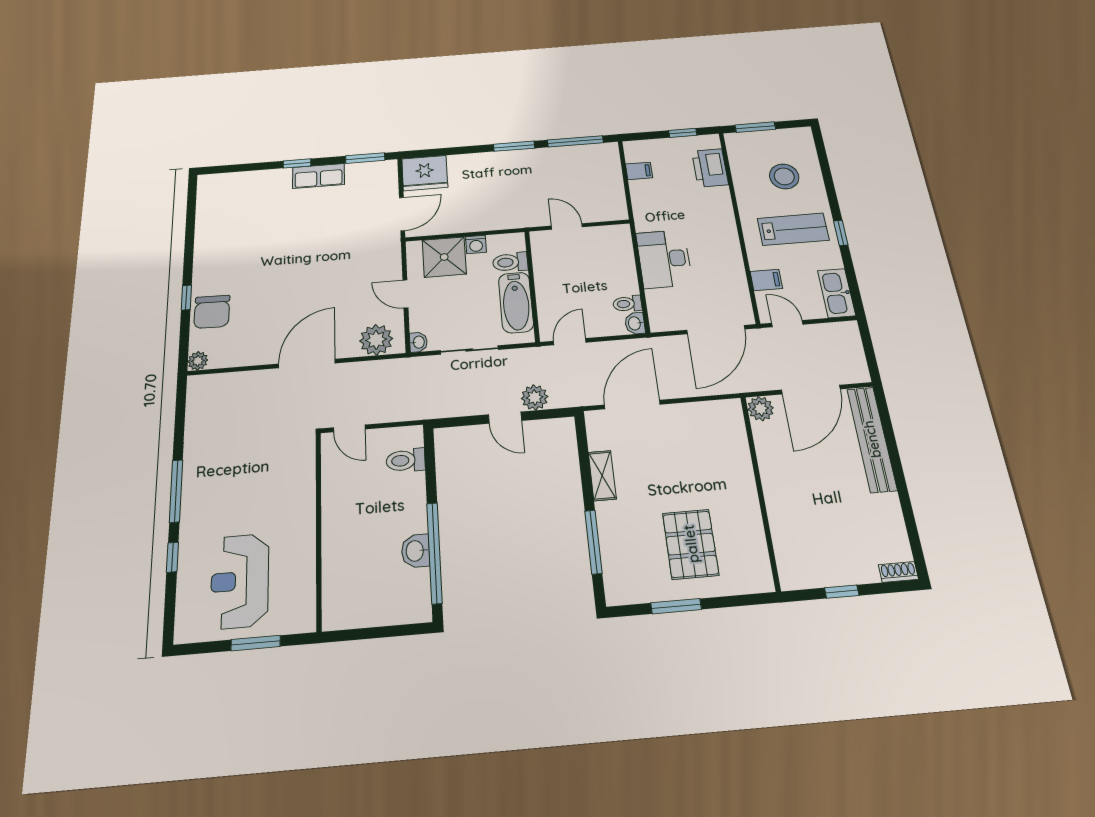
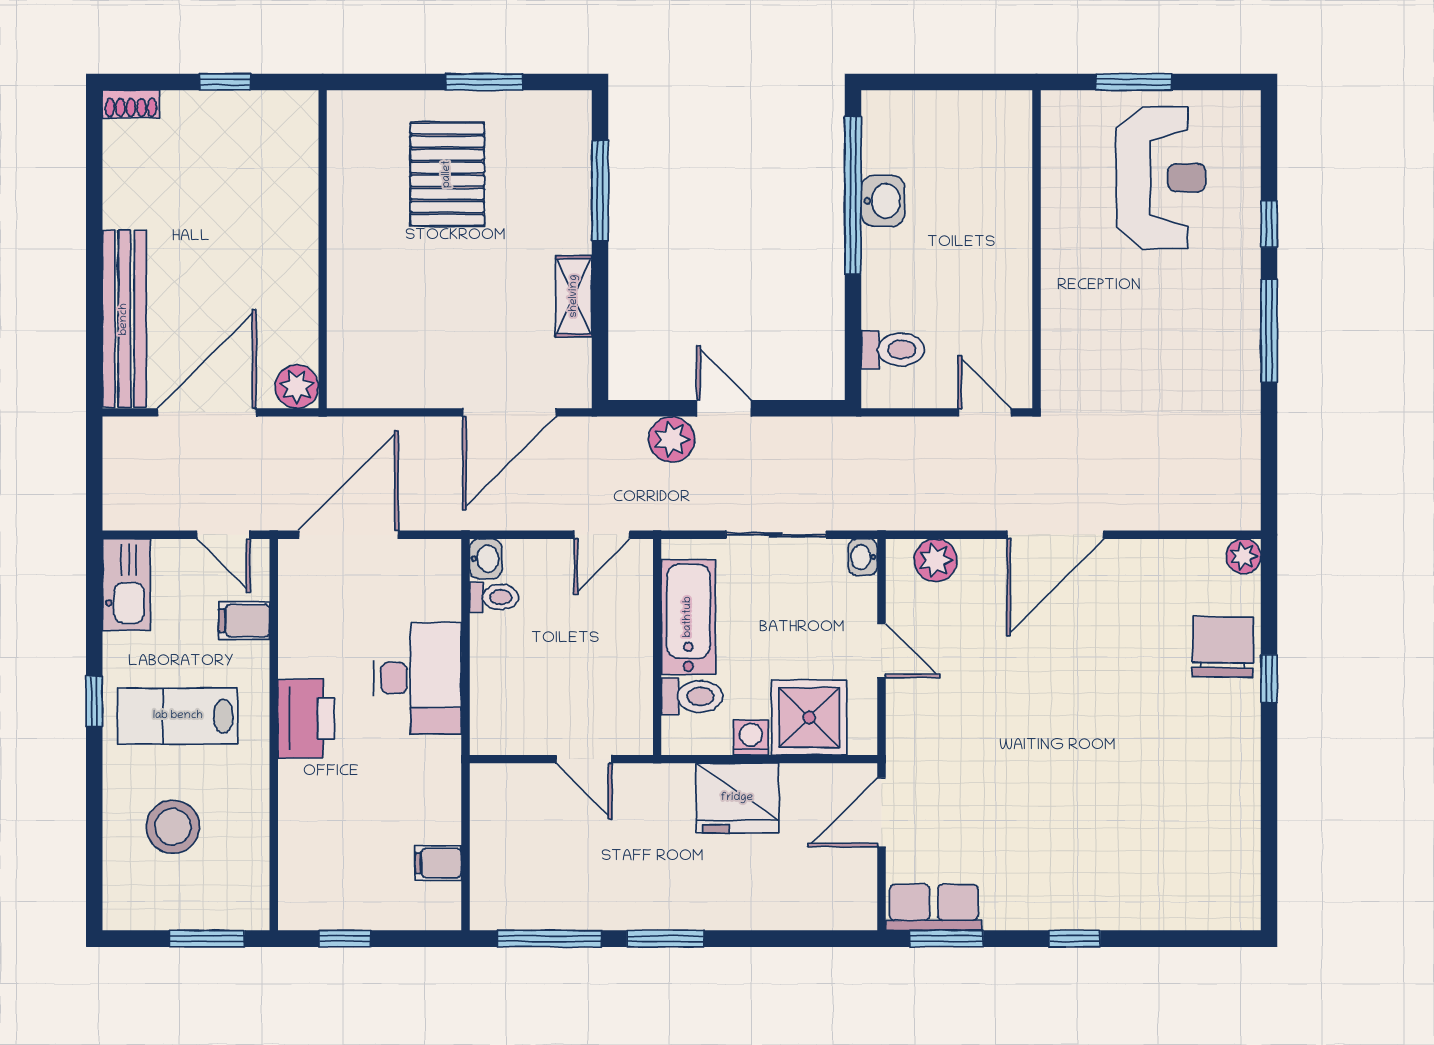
printer: (710, 168) -> (306, 718), moved
fridge: (425, 173) -> (737, 798), moved, turned 180
row of seats: (319, 176) -> (934, 907), moved
plant: (376, 340) -> (936, 560), width x0.73, depth x0.73

